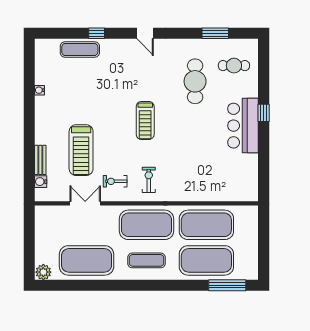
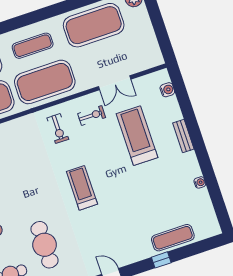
bench: (40, 160) -> (183, 136), moved

